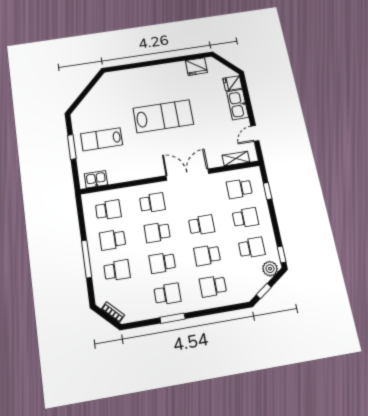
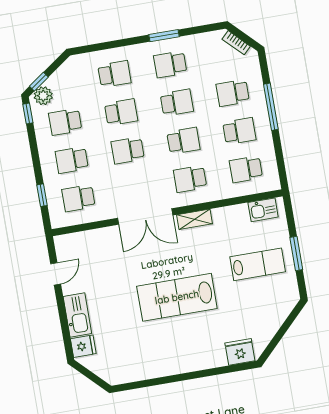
fridge: (196, 67) -> (240, 352), moved
shelving: (236, 159) -> (194, 219), moved
school desk: (239, 189) -> (78, 198), turned 180
window: (264, 291) -> (39, 82), moved

